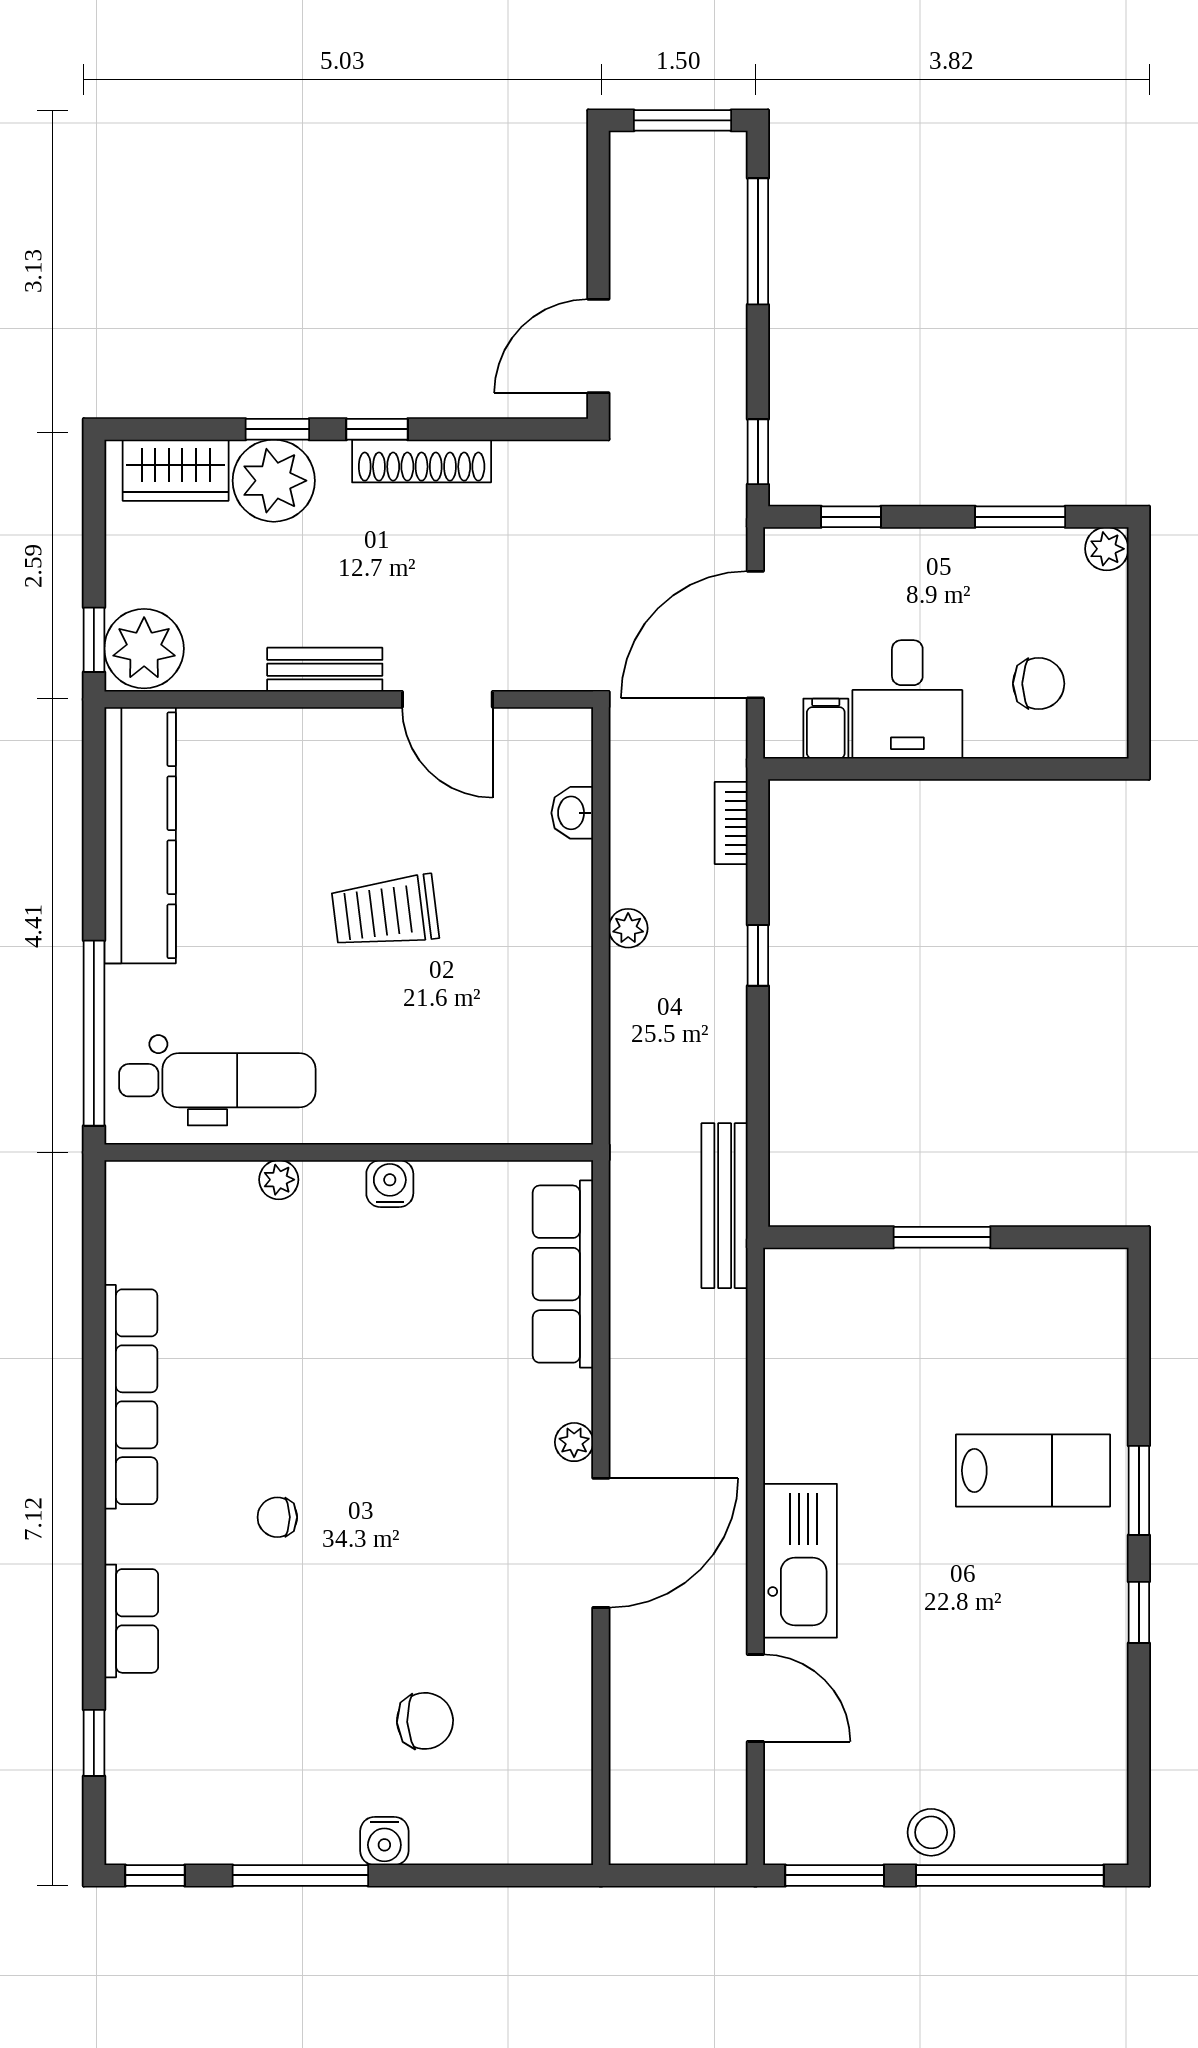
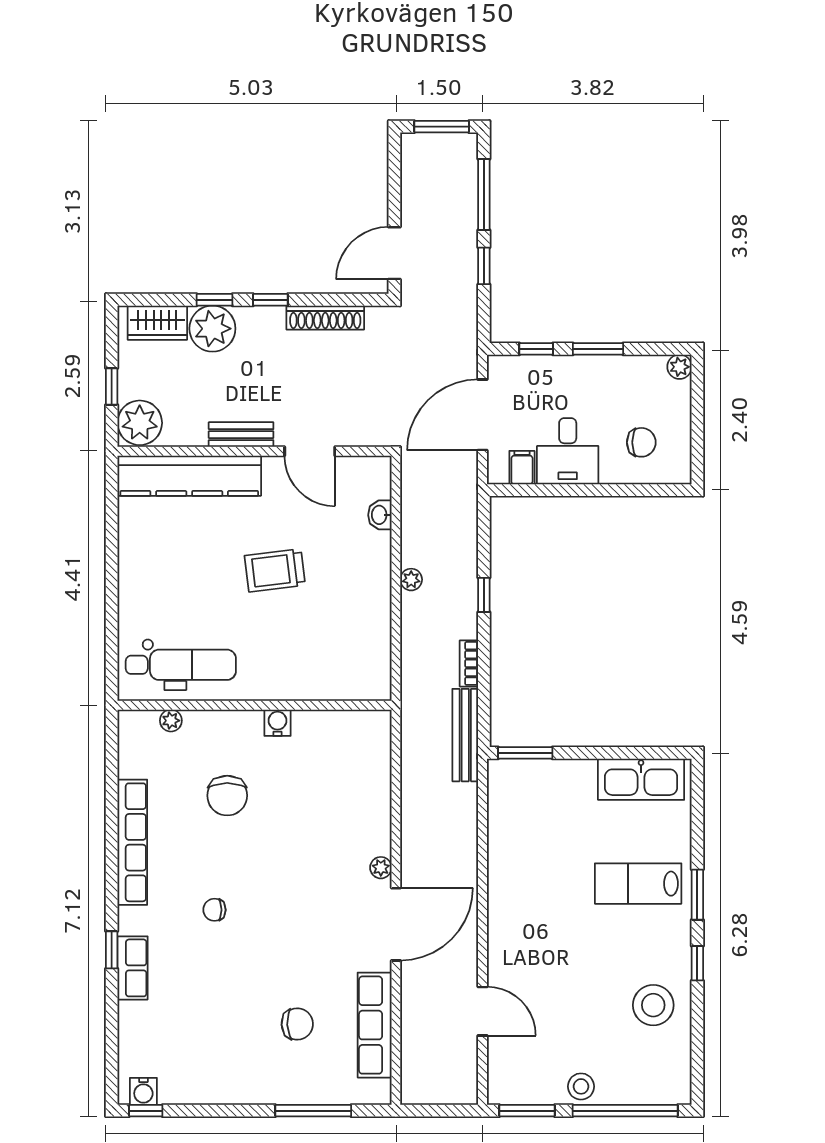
window: (758, 452) -> (484, 266), moved
shoe rack: (422, 461) -> (325, 318), moved
window: (1020, 517) -> (598, 349), moved
window: (94, 640) -> (112, 387), moved
bookcase: (731, 823) -> (469, 663), moved
kitchen counter: (140, 835) -> (189, 476), moved, turned 90
window: (94, 1033) -> (112, 638), removed
plant: (279, 1180) -> (171, 721), moved
window: (942, 1237) -> (525, 753), moved
row of seats: (563, 1274) -> (375, 1025), moved
chair: (300, 1314) -> (227, 796), added
lab bench: (1033, 1470) -> (638, 884), turned 180
kitchen sink: (800, 1561) -> (641, 779), moved, turned 90
stool: (1060, 1687) -> (653, 1005), added
window: (94, 1743) -> (112, 950), moved
water cooler: (384, 1841) -> (143, 1091), moved
window: (300, 1875) -> (313, 1111), moved

